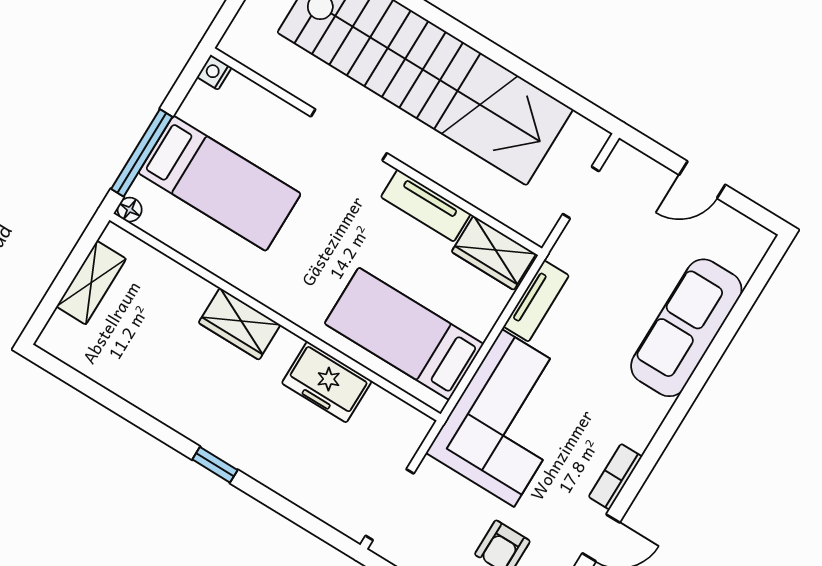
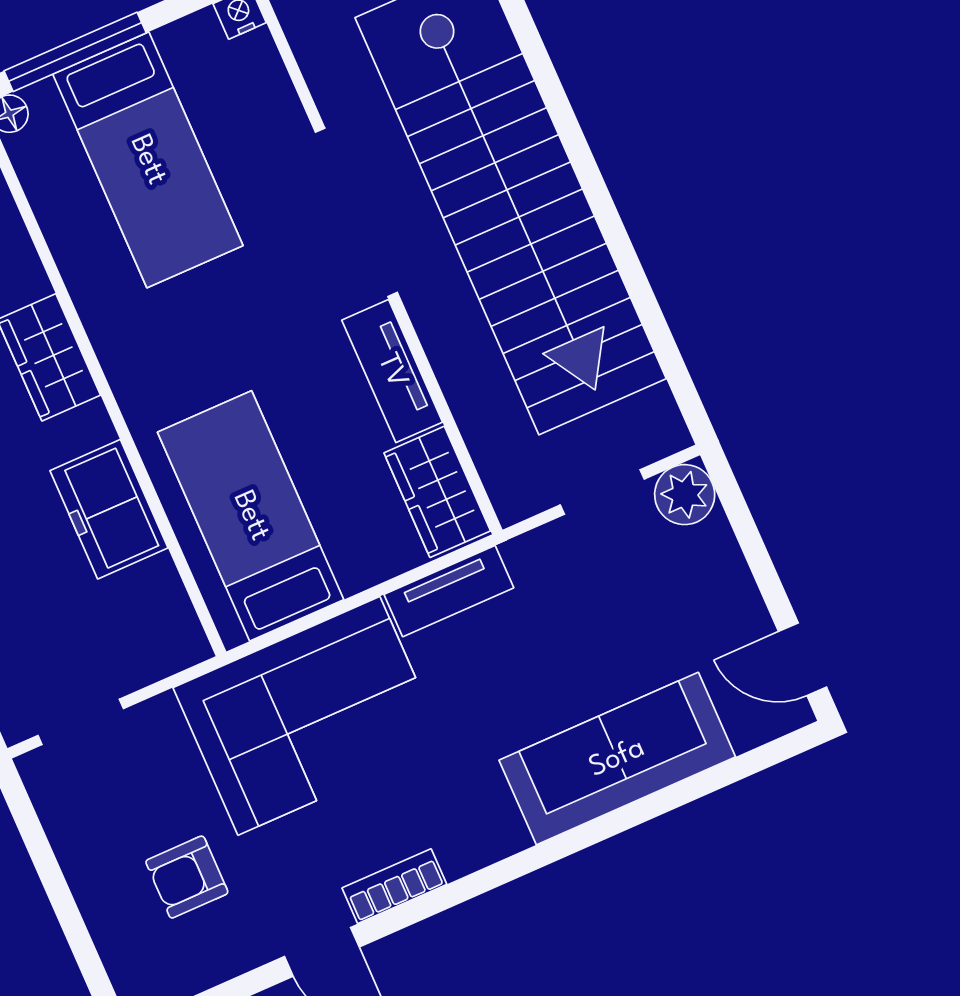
doorway: (349, 135) -> (356, 212), width x1.36
plant: (625, 164) -> (685, 495), added
door: (702, 180) -> (803, 659), moved
doorway: (390, 505) -> (81, 722), width x0.73

